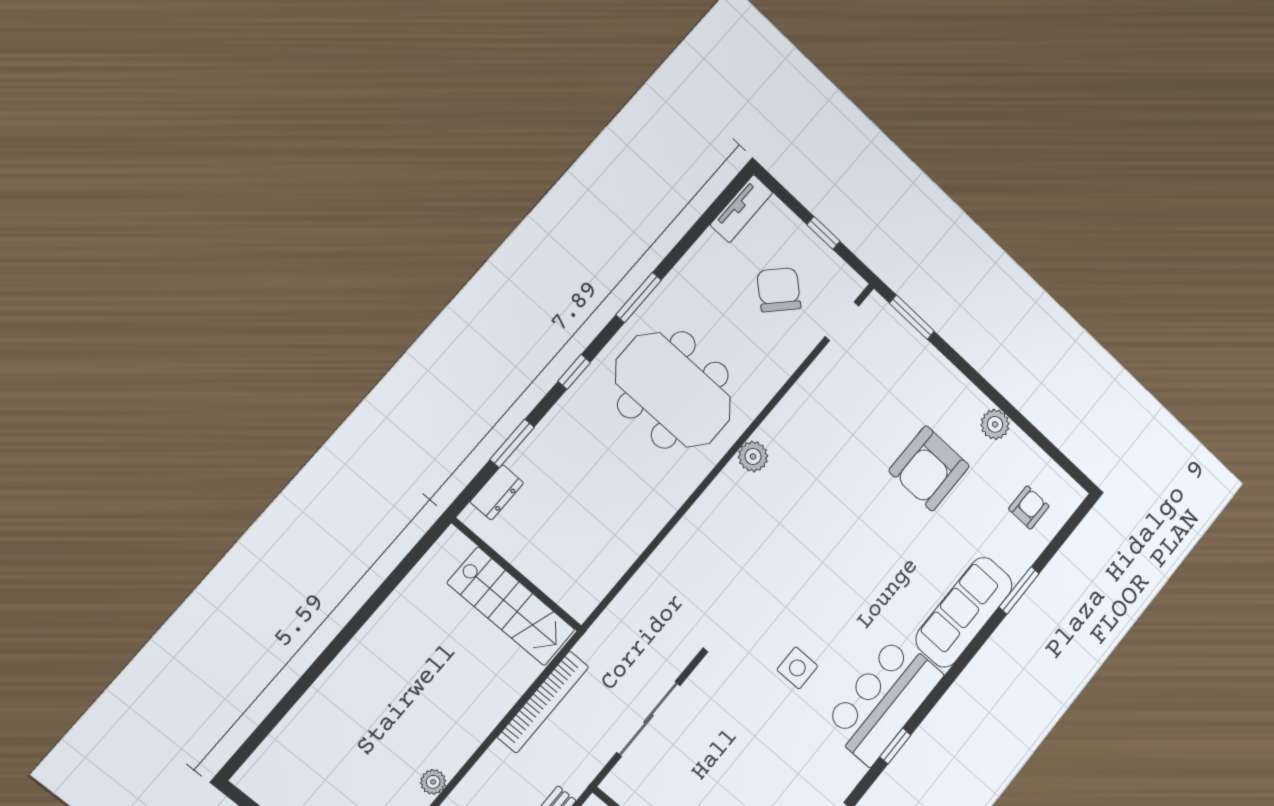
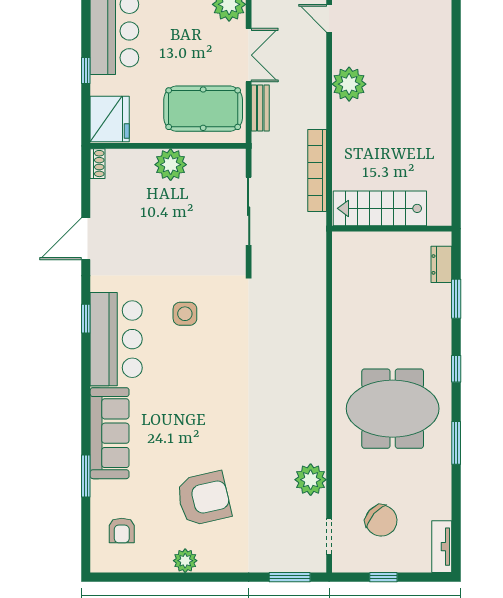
plant: (753, 456) -> (311, 480), moved, width x1.36, depth x1.36
armchair: (929, 468) -> (204, 499), turned 77
plant: (433, 782) -> (349, 84), width x1.87, depth x1.87

